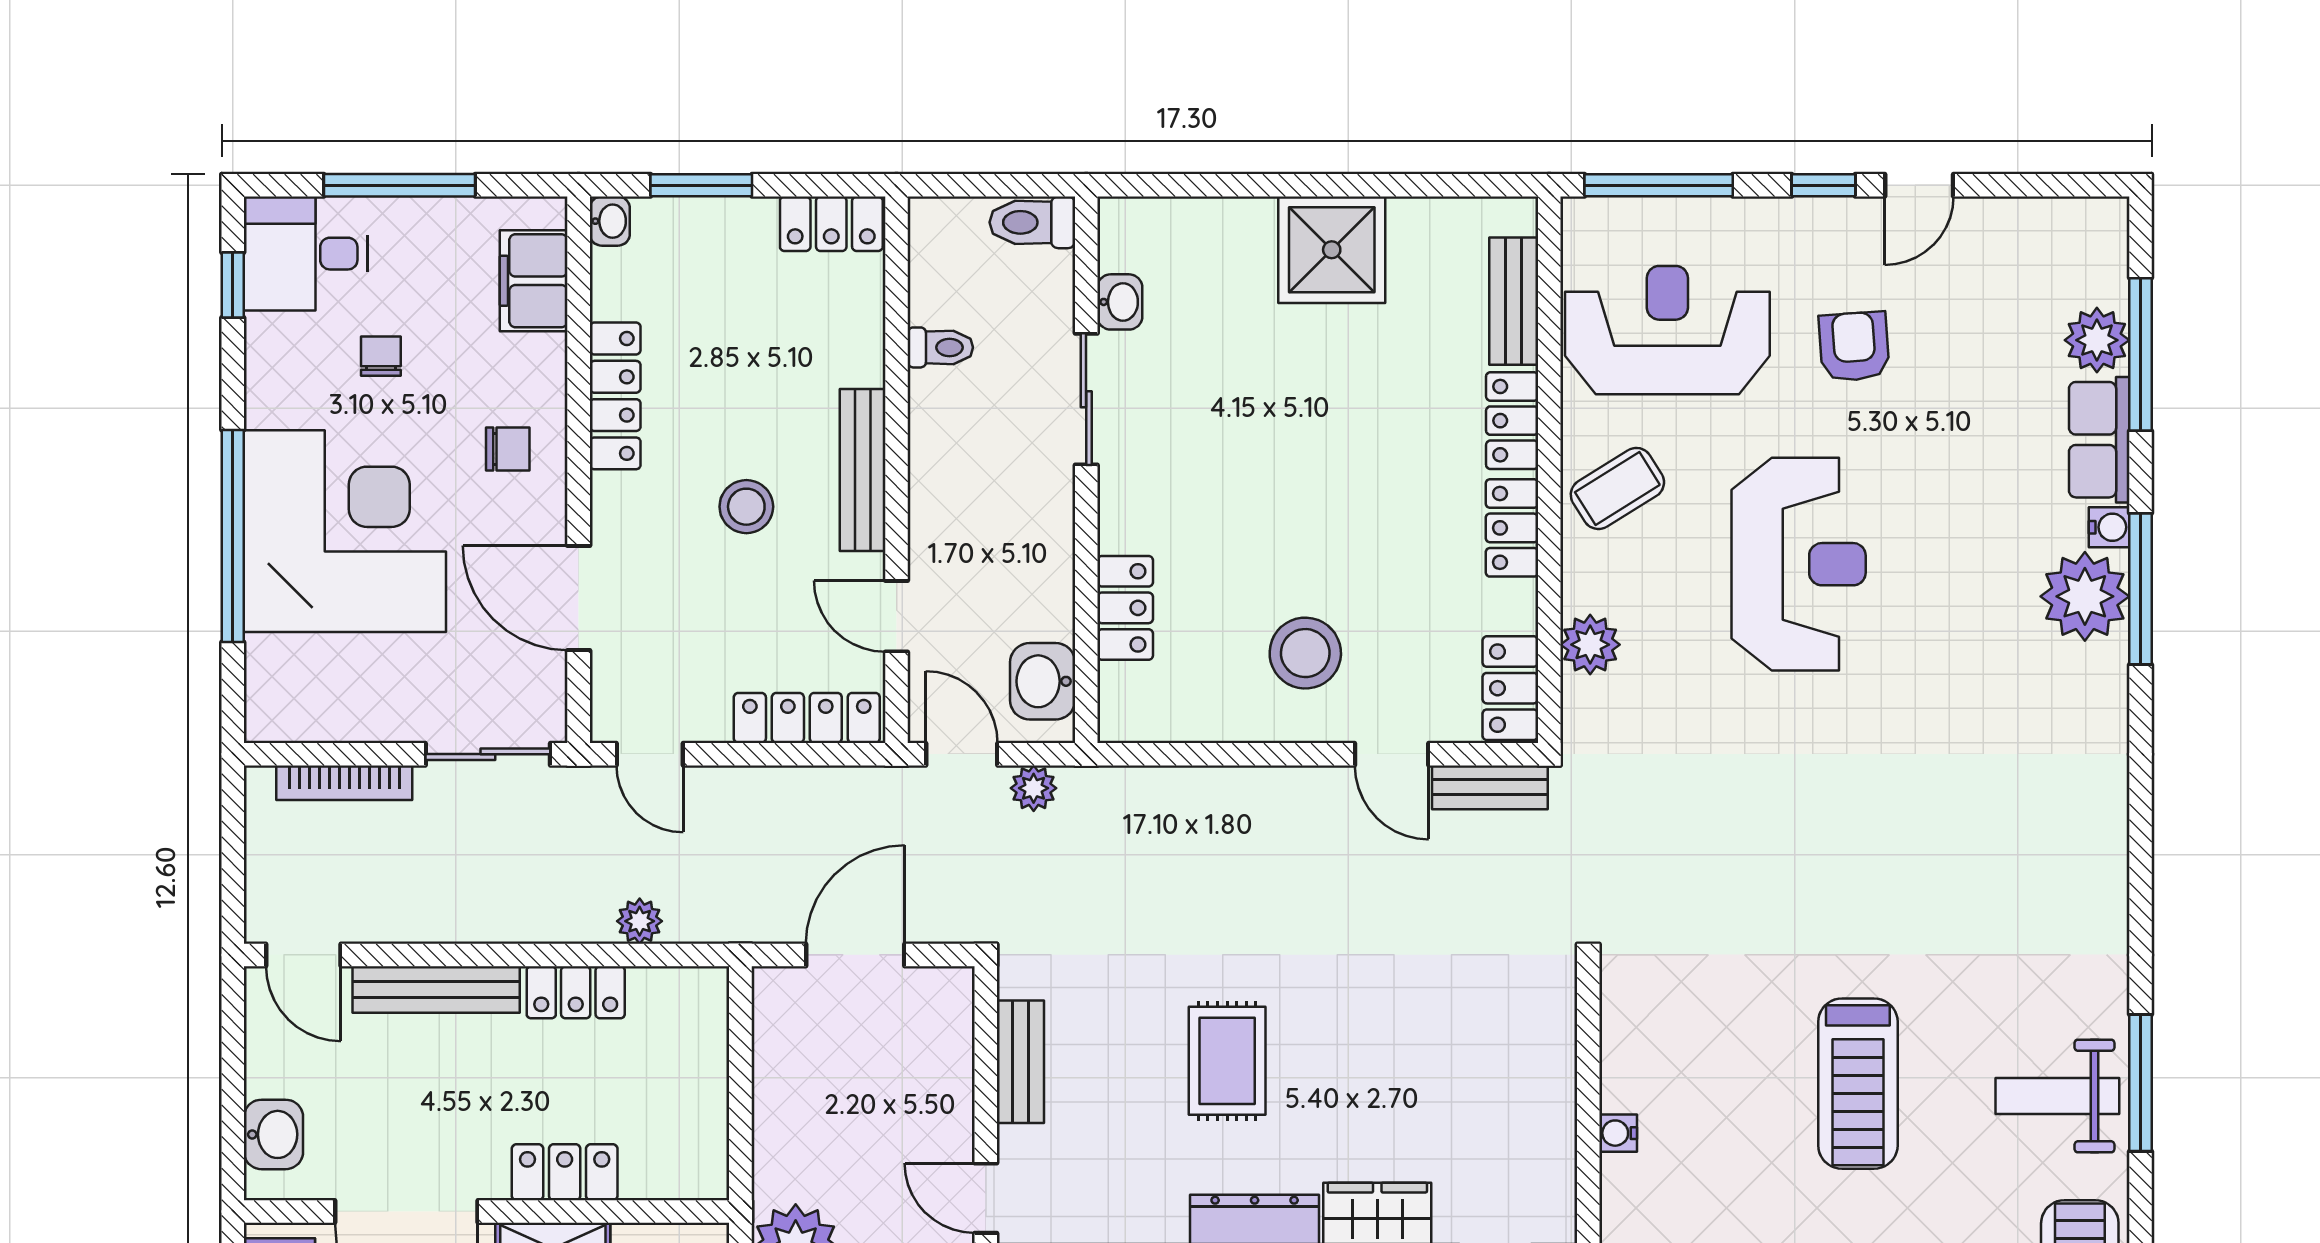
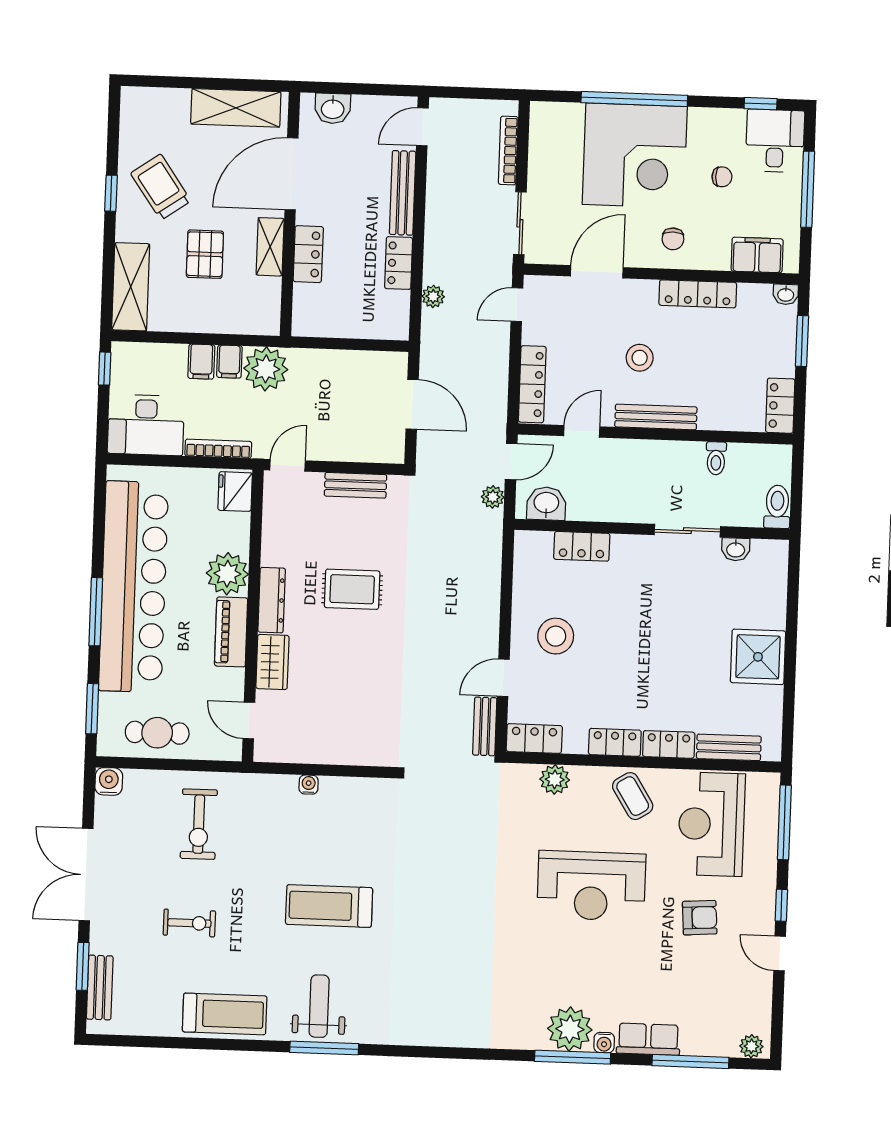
reception desk: (1667, 330) -> (711, 824), turned 180
plant: (2097, 340) -> (751, 1046), moved, width x0.73, depth x0.73

